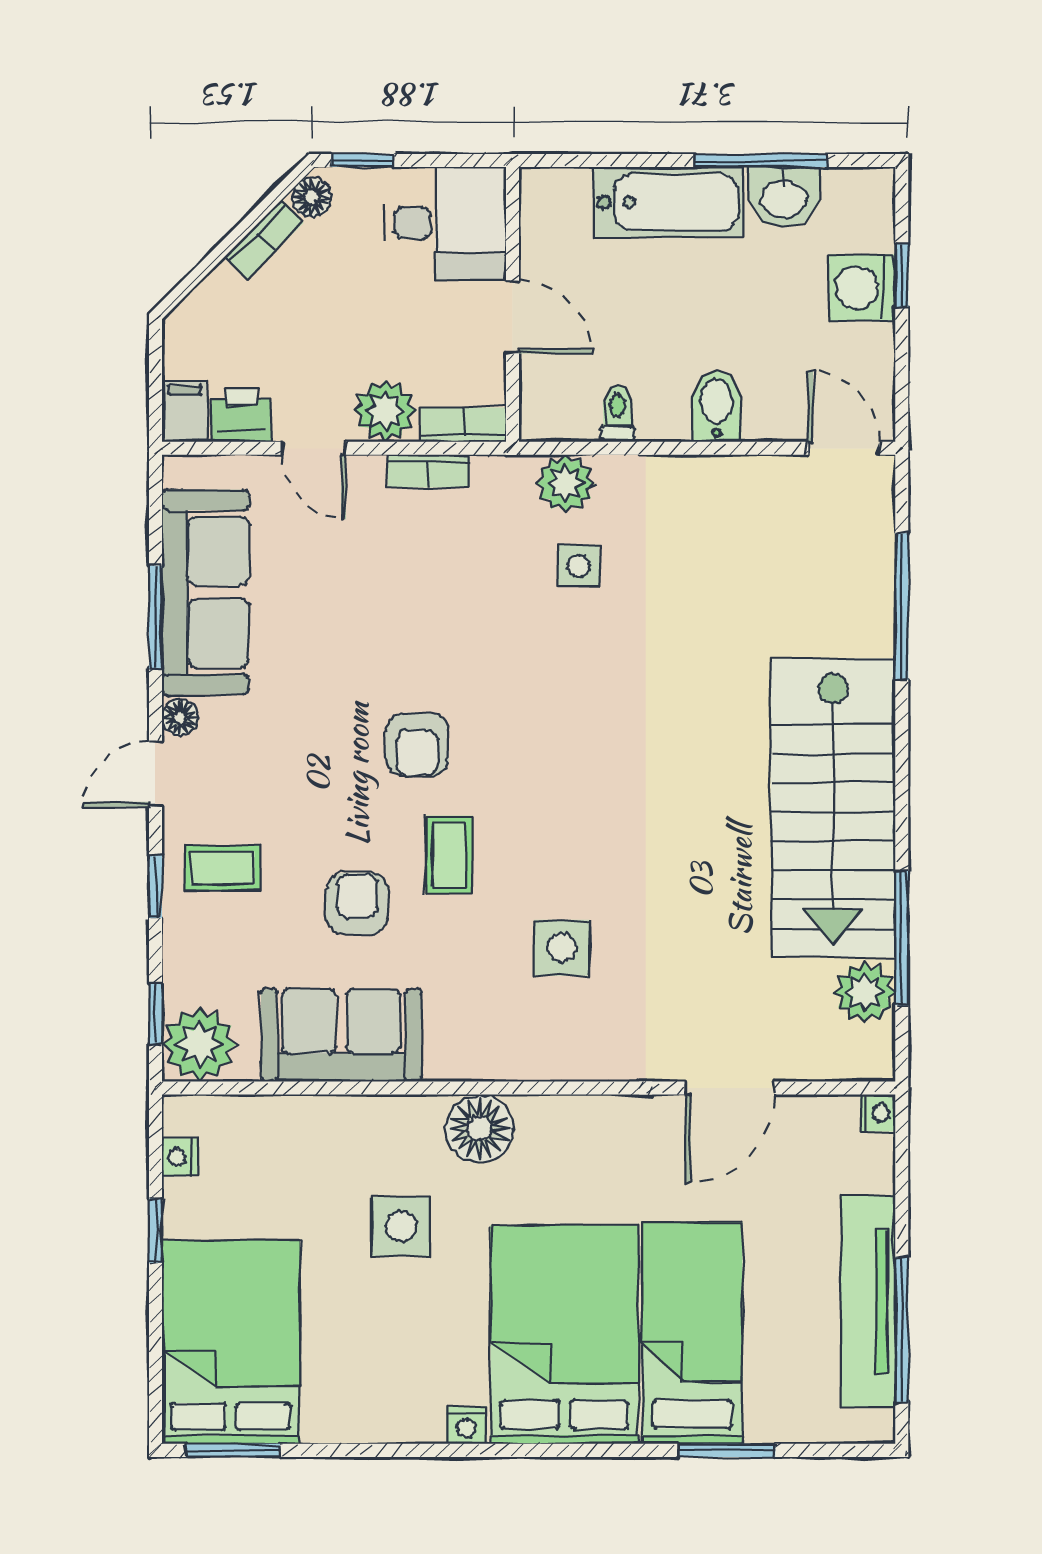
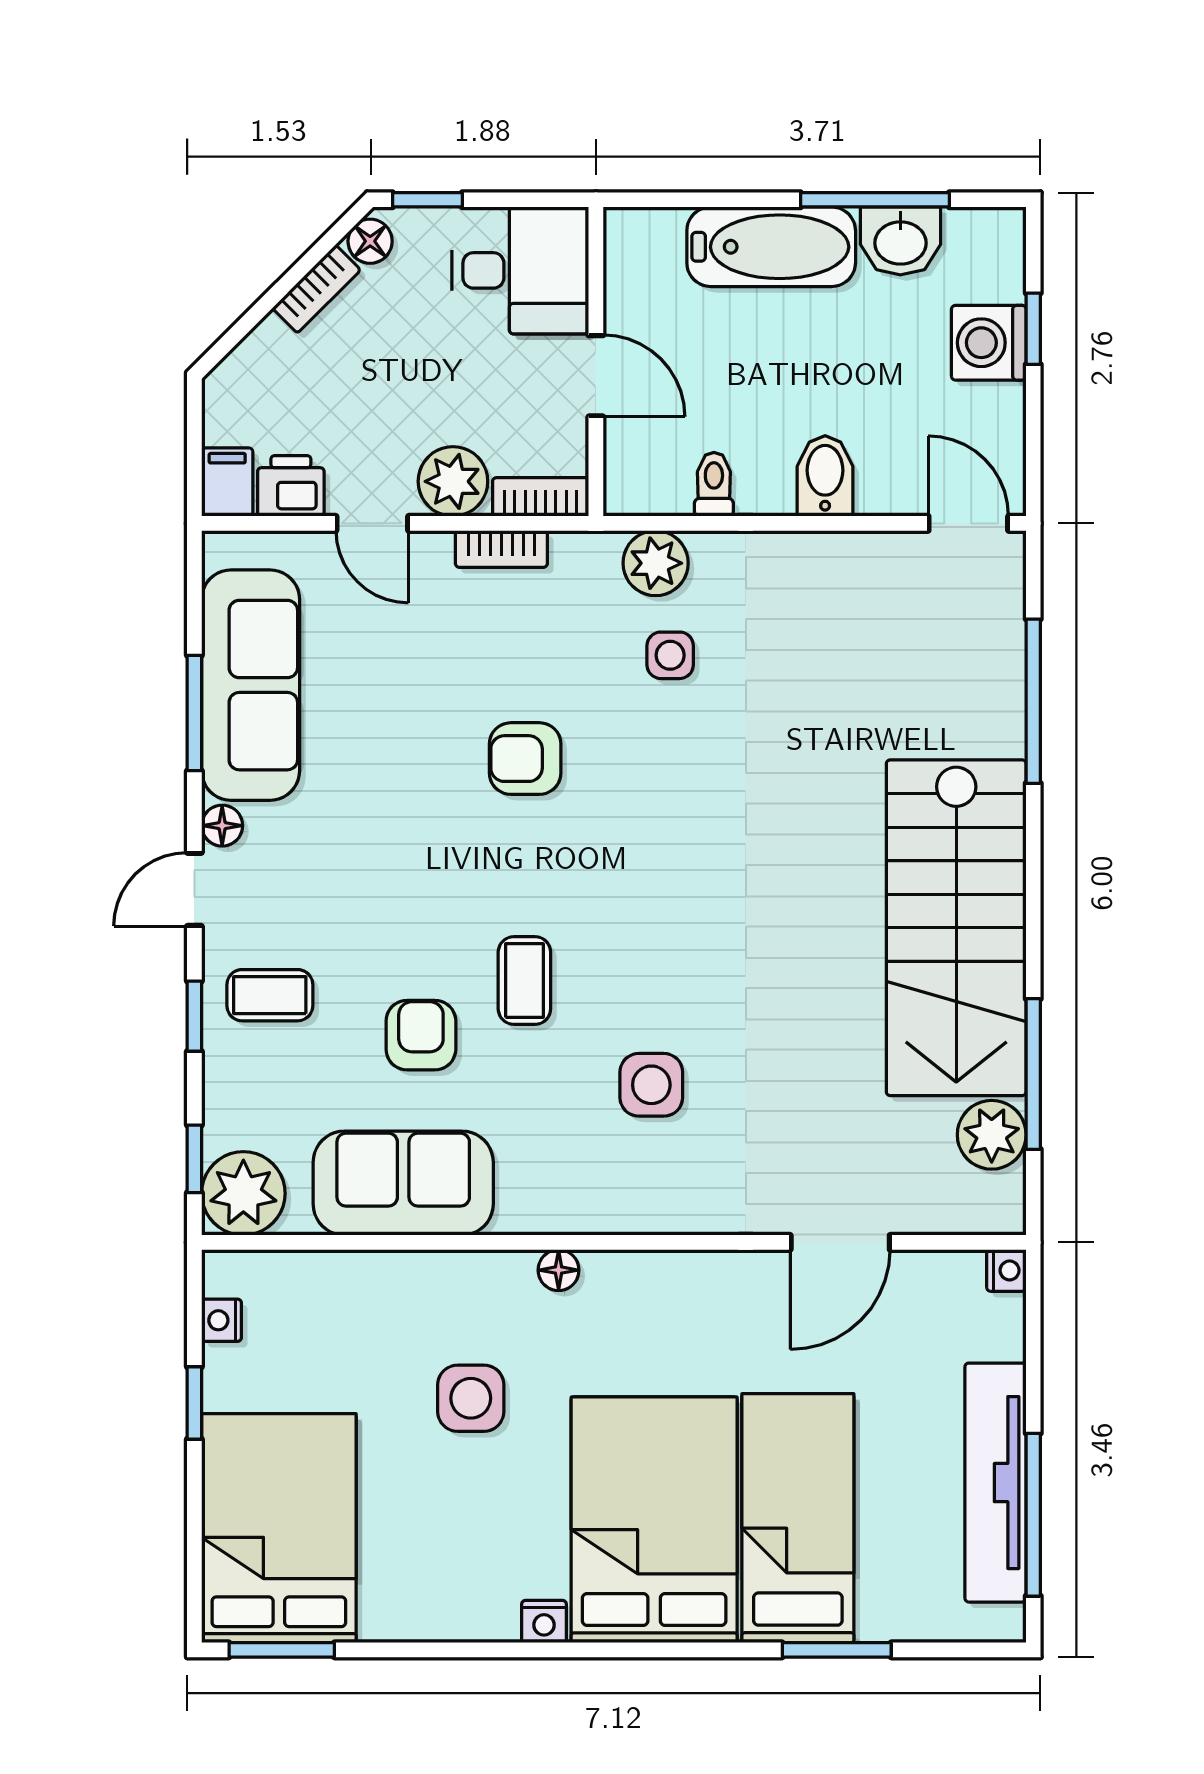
armchair: (417, 745) -> (525, 759), moved, turned 90
floor lamp: (479, 1129) -> (559, 1270), width x0.53, depth x0.53

